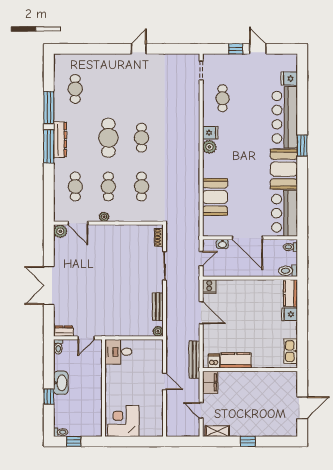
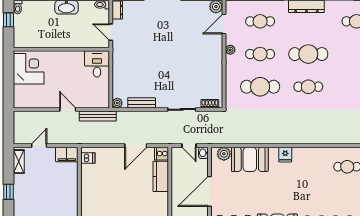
fridge: (210, 133) -> (285, 155), moved
plant: (209, 147) -> (224, 154), moved
cafe table: (141, 187) -> (260, 87), width x1.37, depth x1.35
washbasin: (222, 244) -> (203, 153), moved
bench: (194, 360) -> (98, 116), moved
kitchen counter: (236, 360) -> (161, 176), moved, turned 180
door: (165, 381) -> (68, 109), swing flipped

